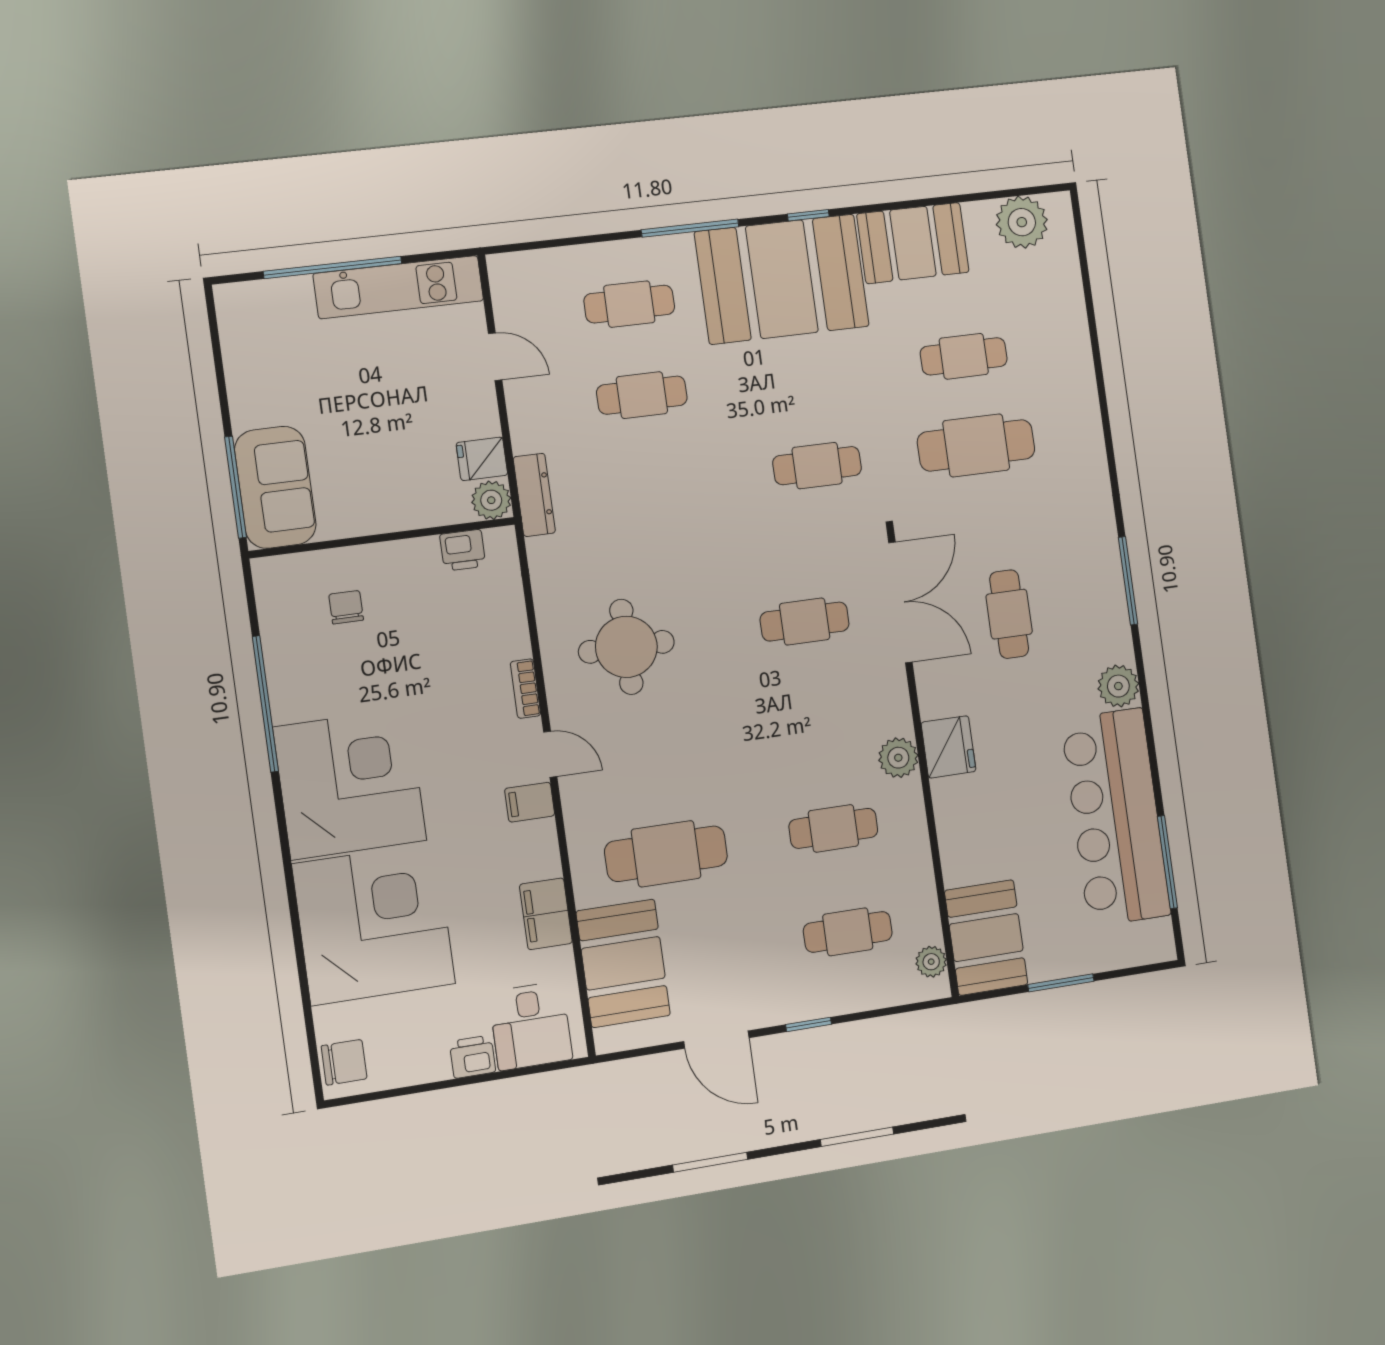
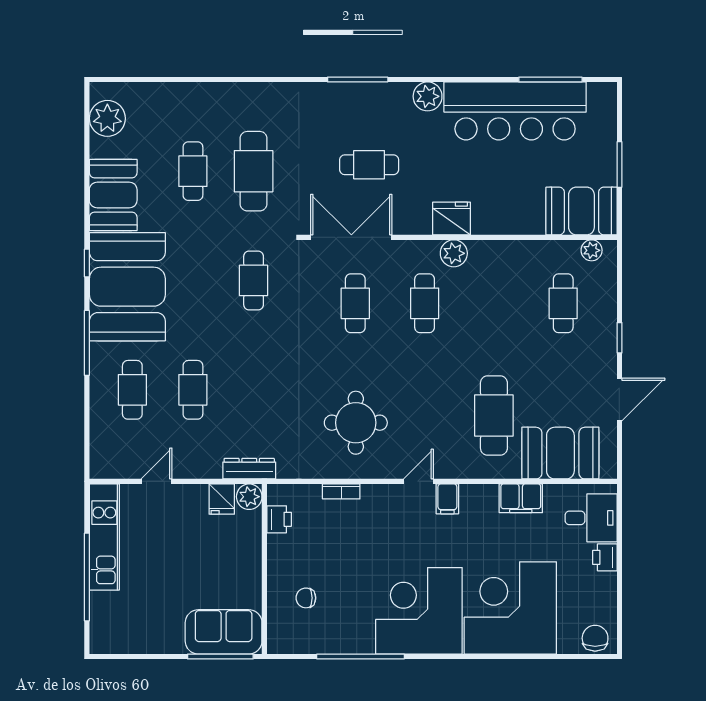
bookcase: (526, 689) -> (341, 491), moved
cafe table: (833, 828) -> (425, 303), moved

